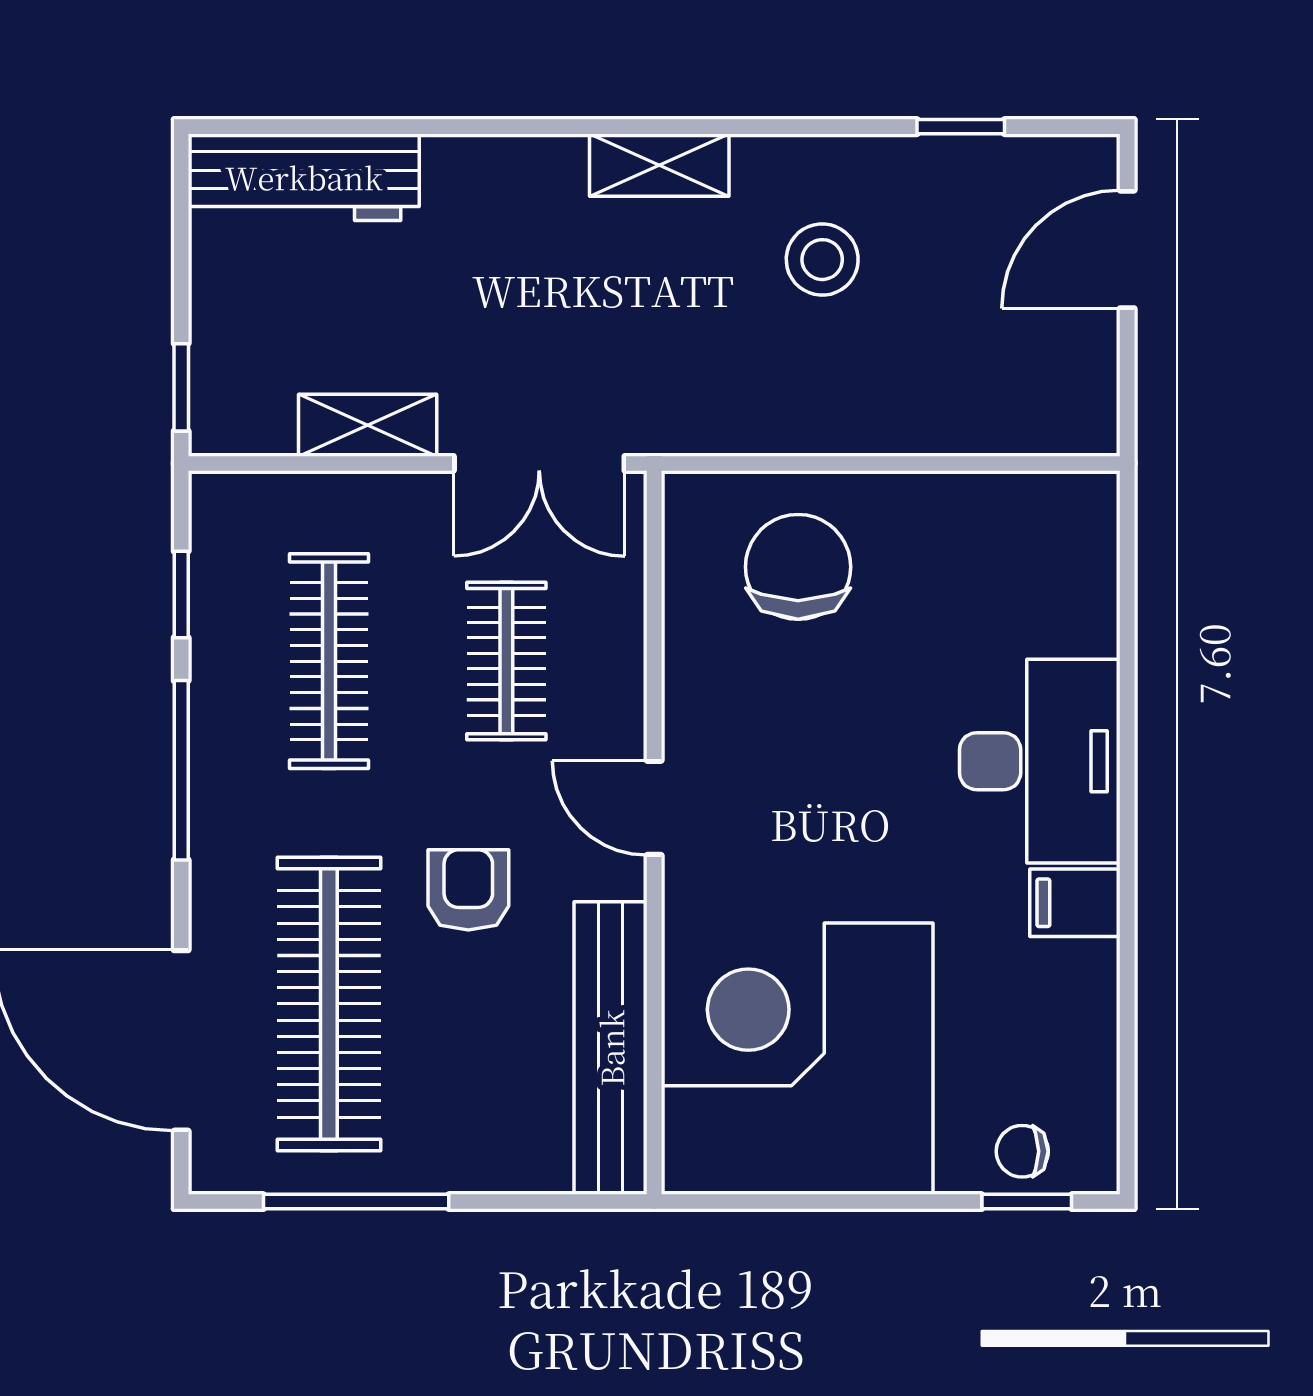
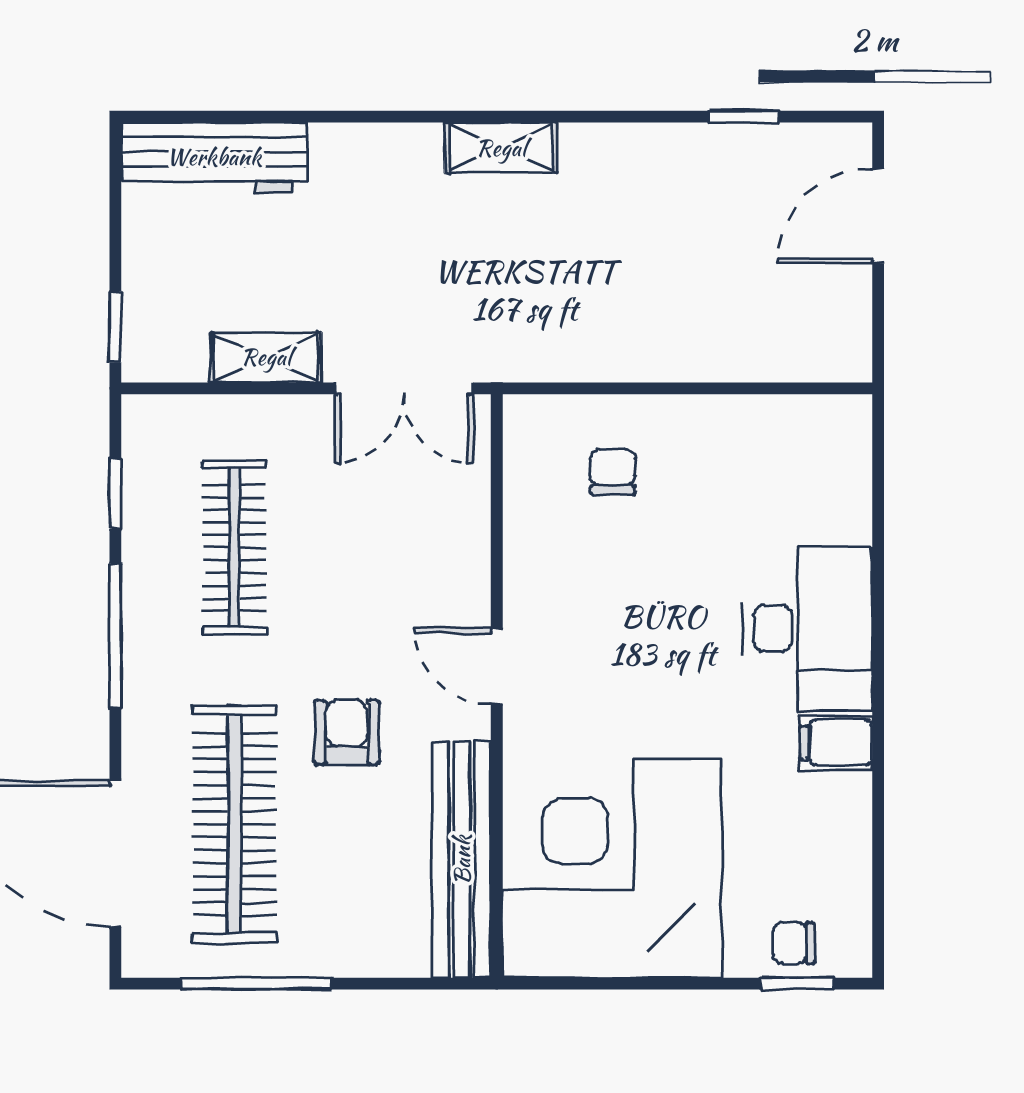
stool: (822, 260) -> (632, 224), removed
chair: (798, 567) -> (613, 472), width x0.54, depth x0.54
clothes rail: (506, 661) -> (378, 548), removed

